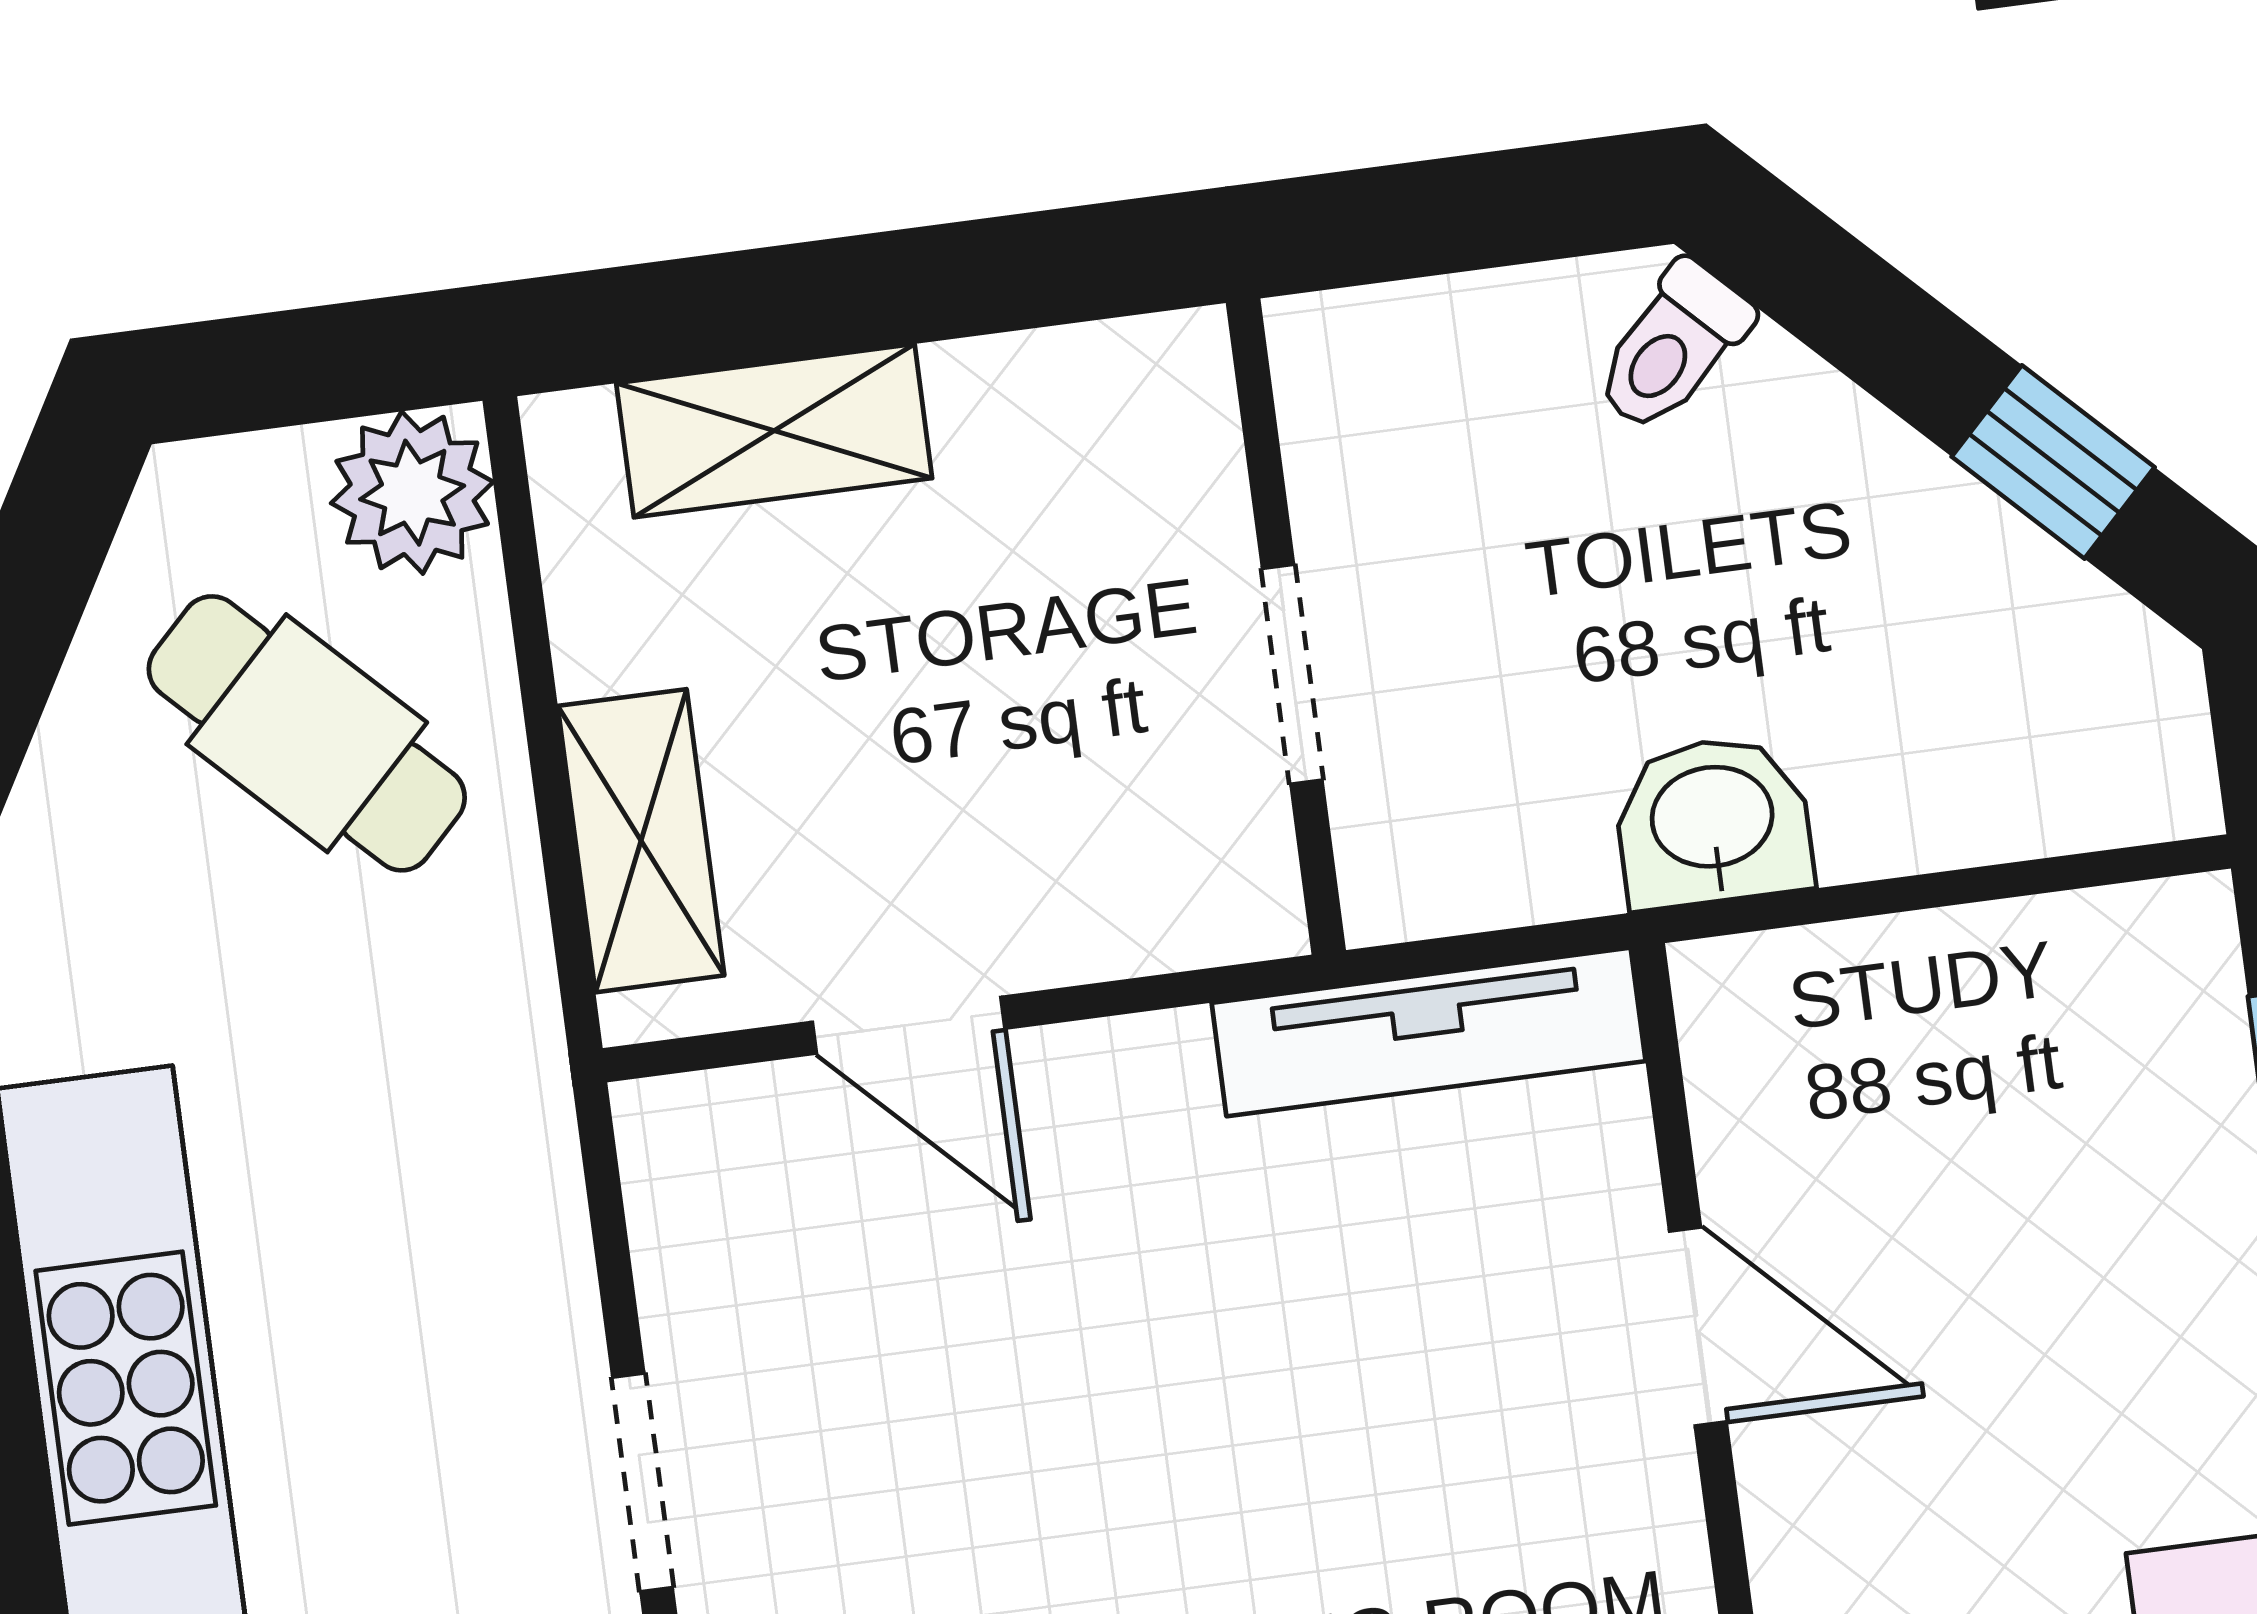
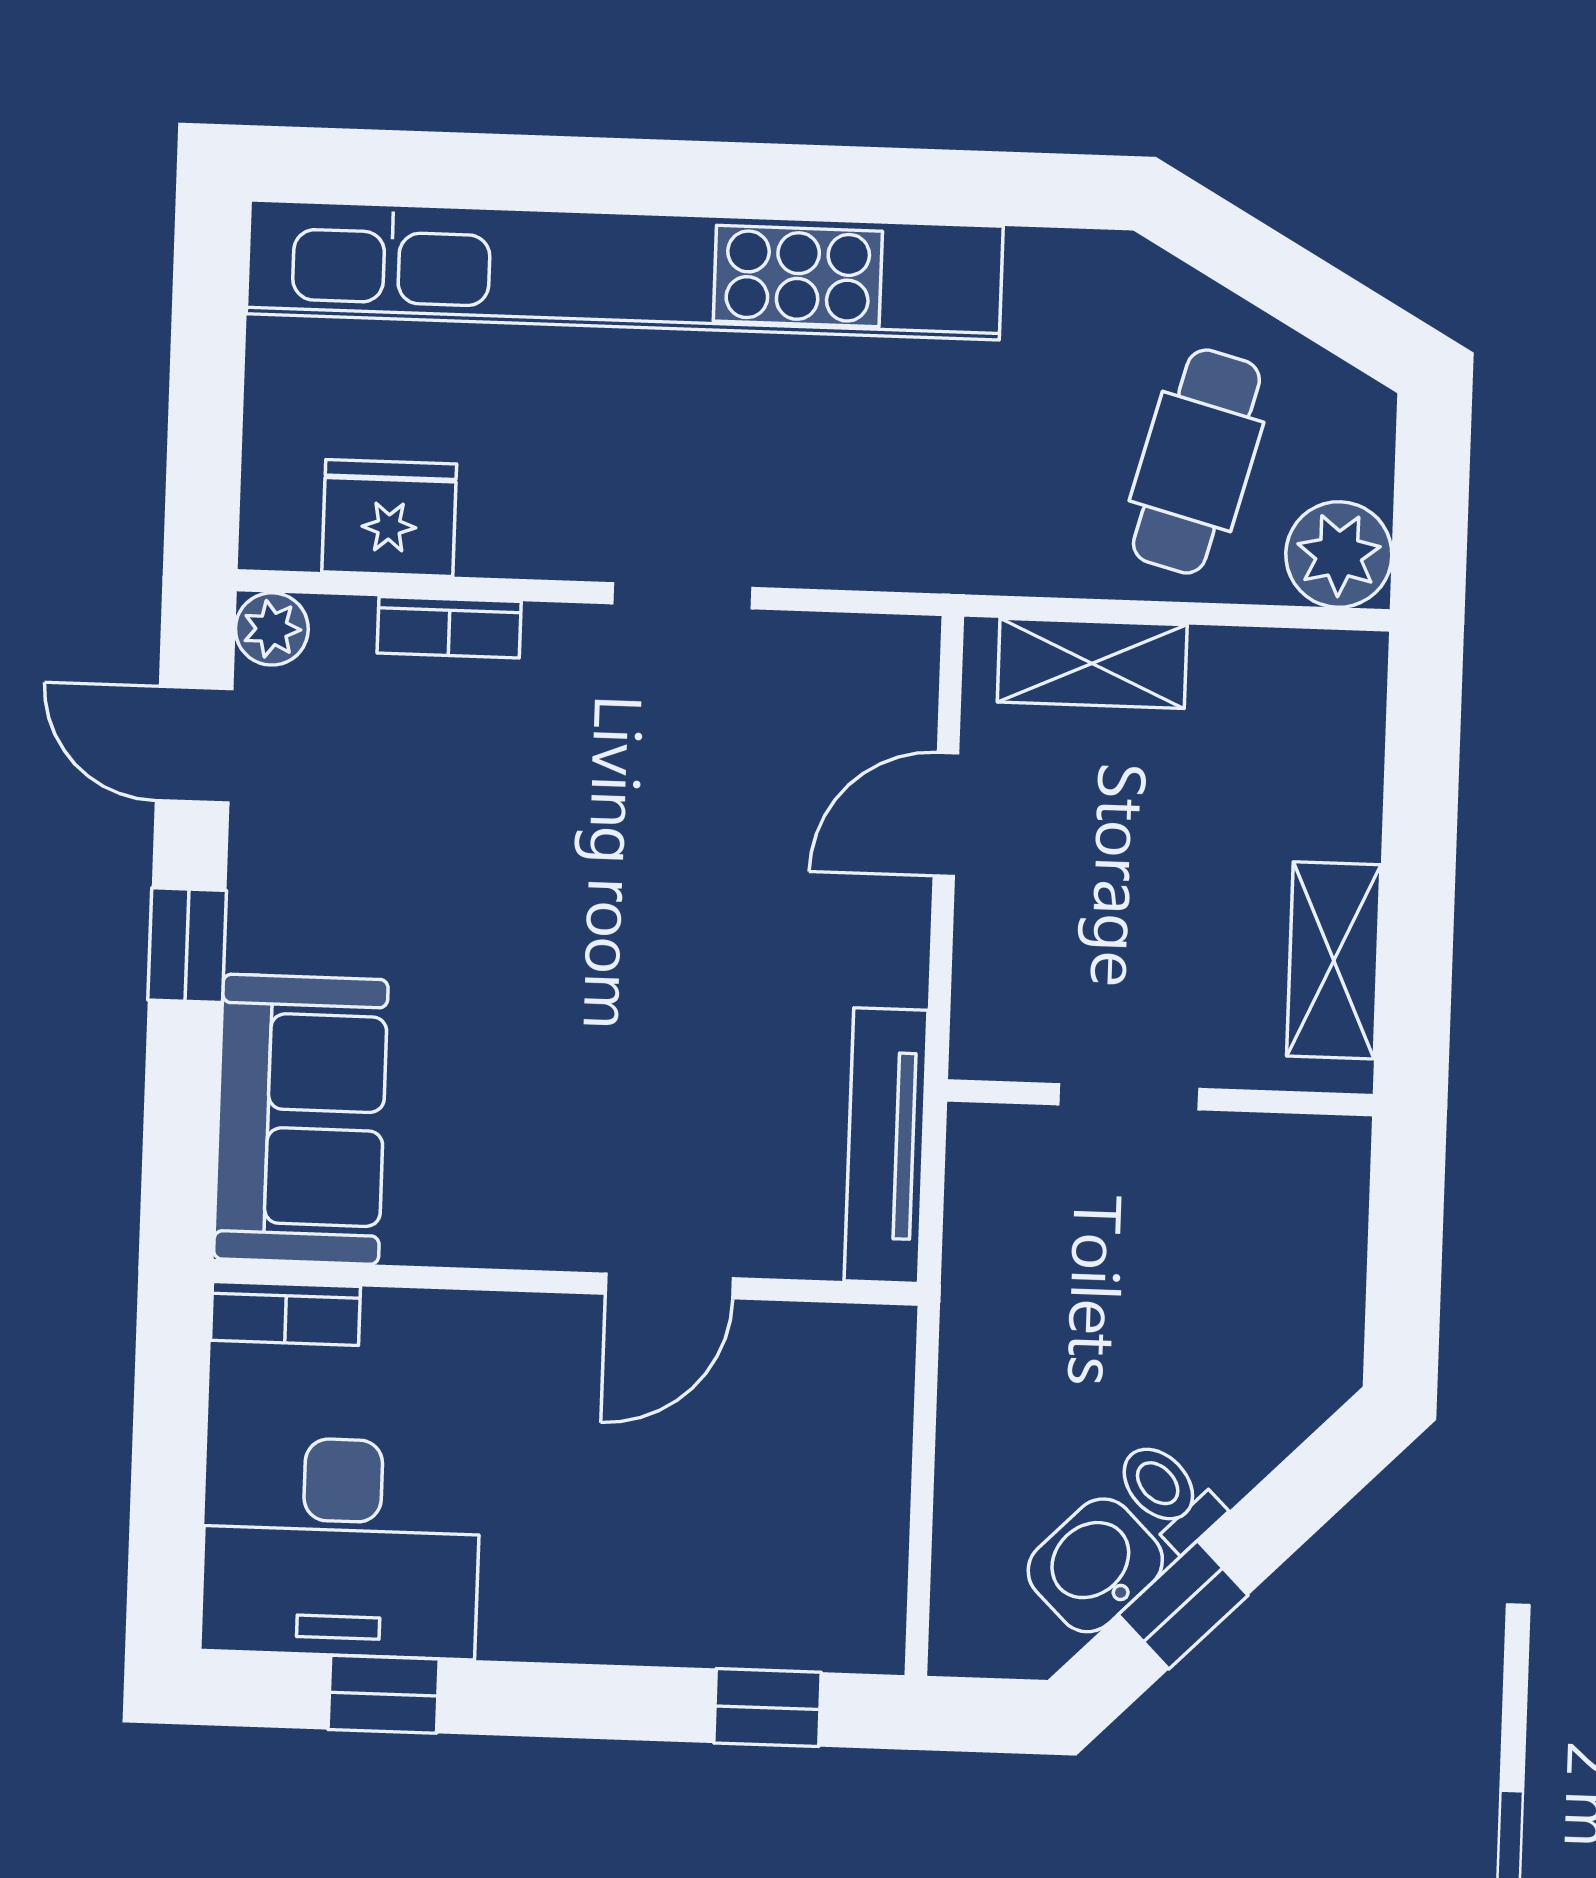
toilet: (1672, 347) -> (1168, 1494), moved
shelving: (774, 431) -> (1334, 960), moved
cafe table: (307, 733) -> (1196, 462), turned -30
washbasin: (1713, 821) -> (1095, 1565), moved, turned -135

